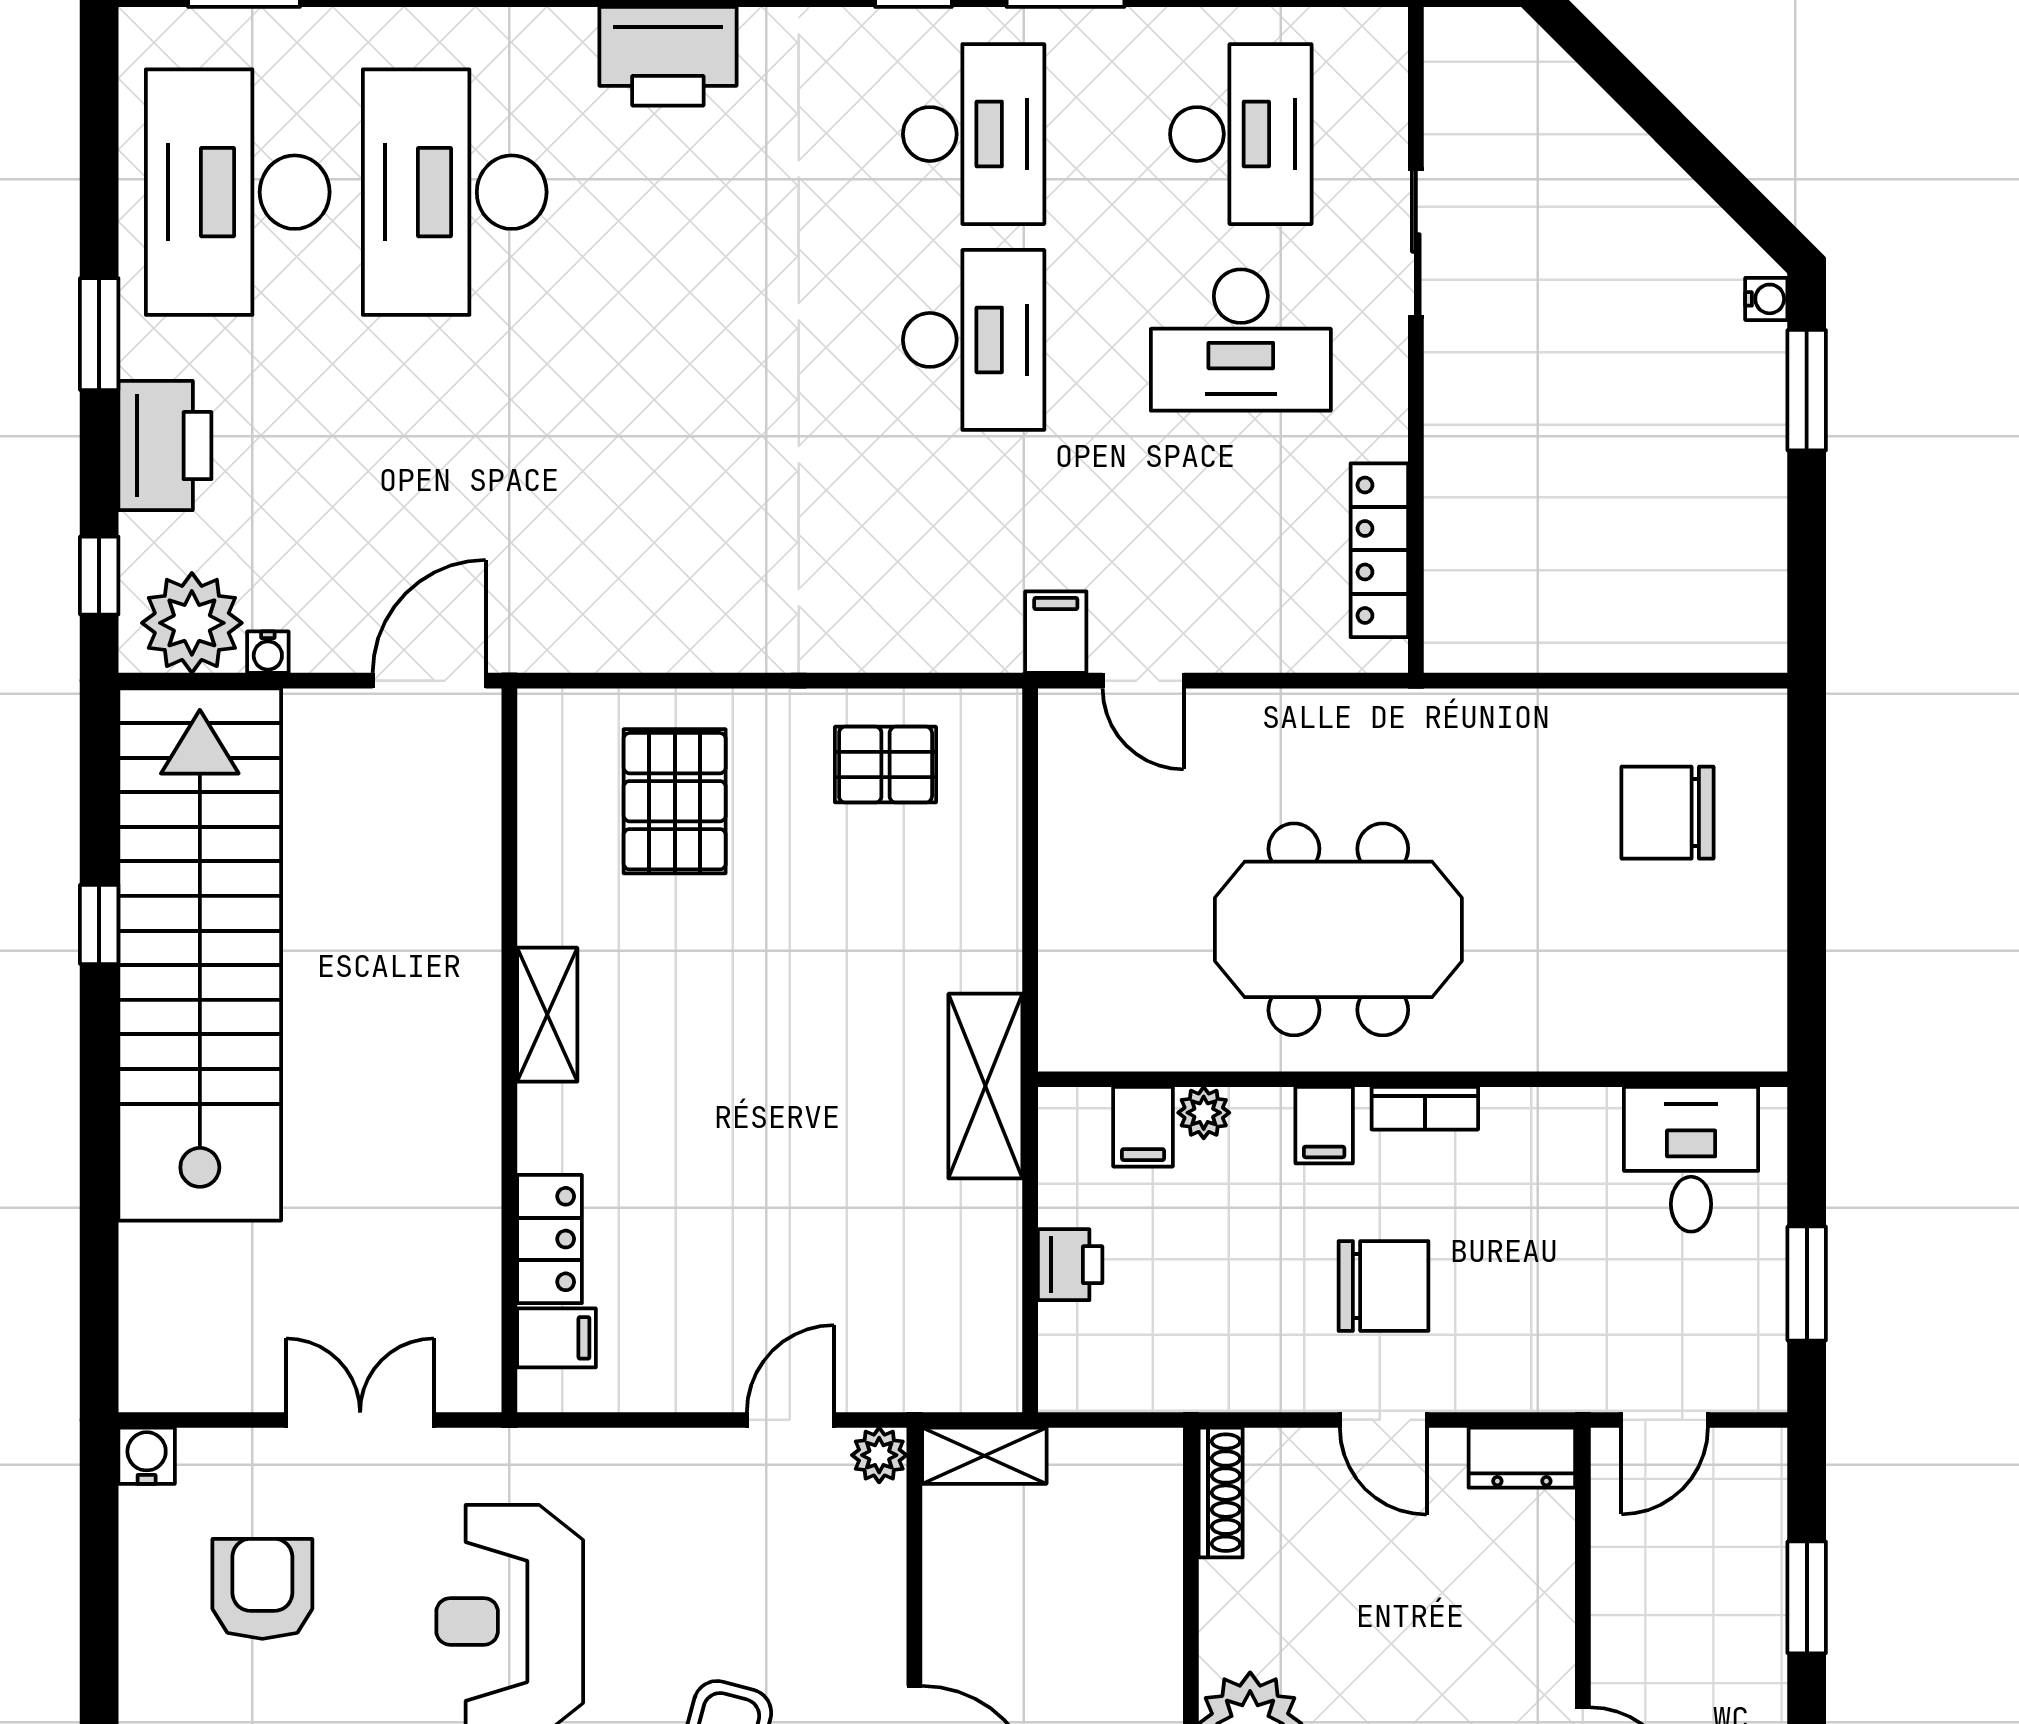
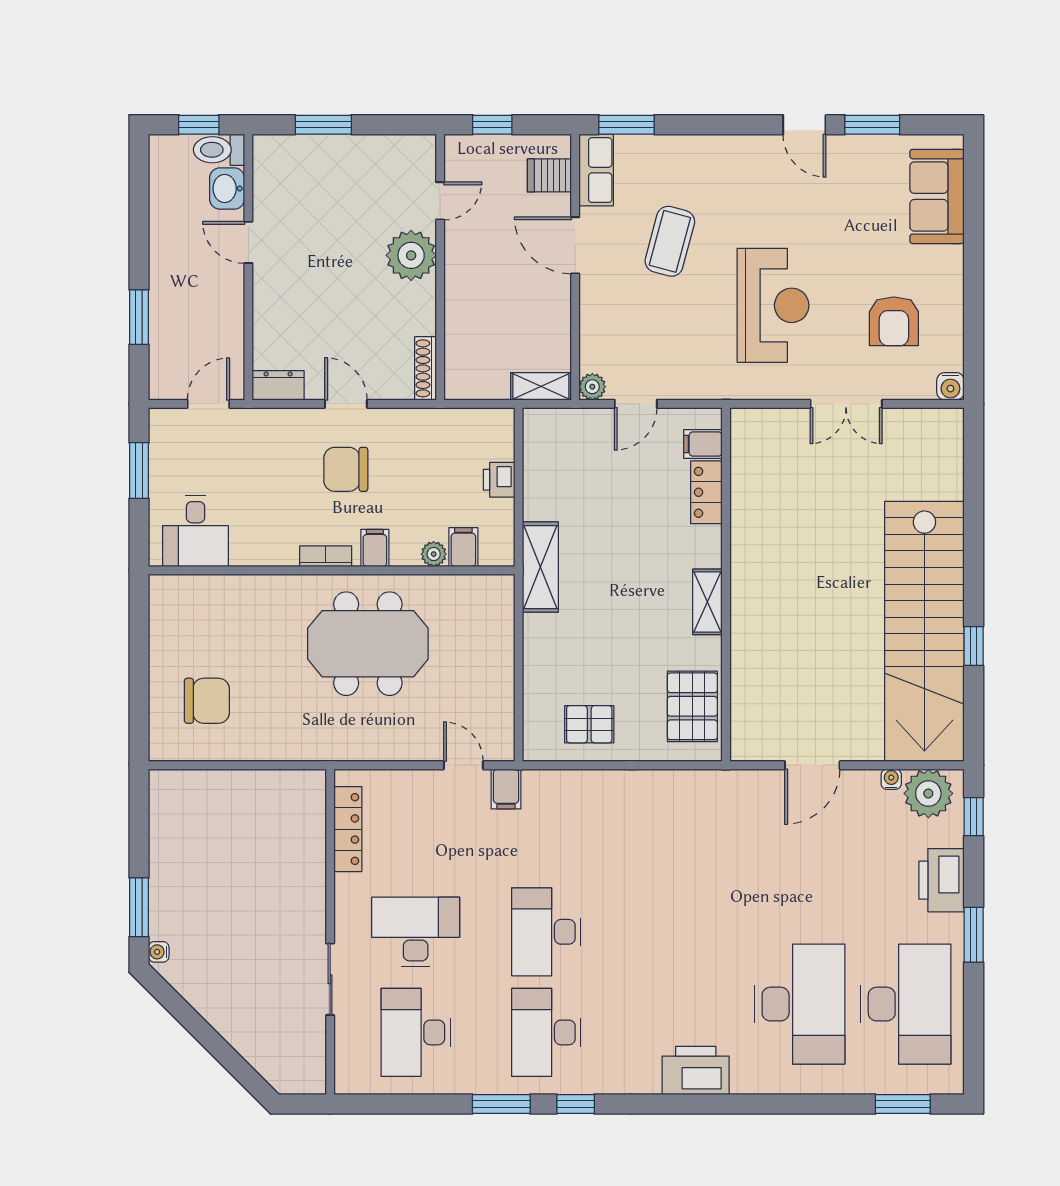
shelving: (547, 1015) -> (707, 602), moved
wall: (509, 1050) -> (726, 585), moved
locker: (549, 1239) -> (706, 492), moved
filing cabinet: (556, 1338) -> (703, 444), moved

